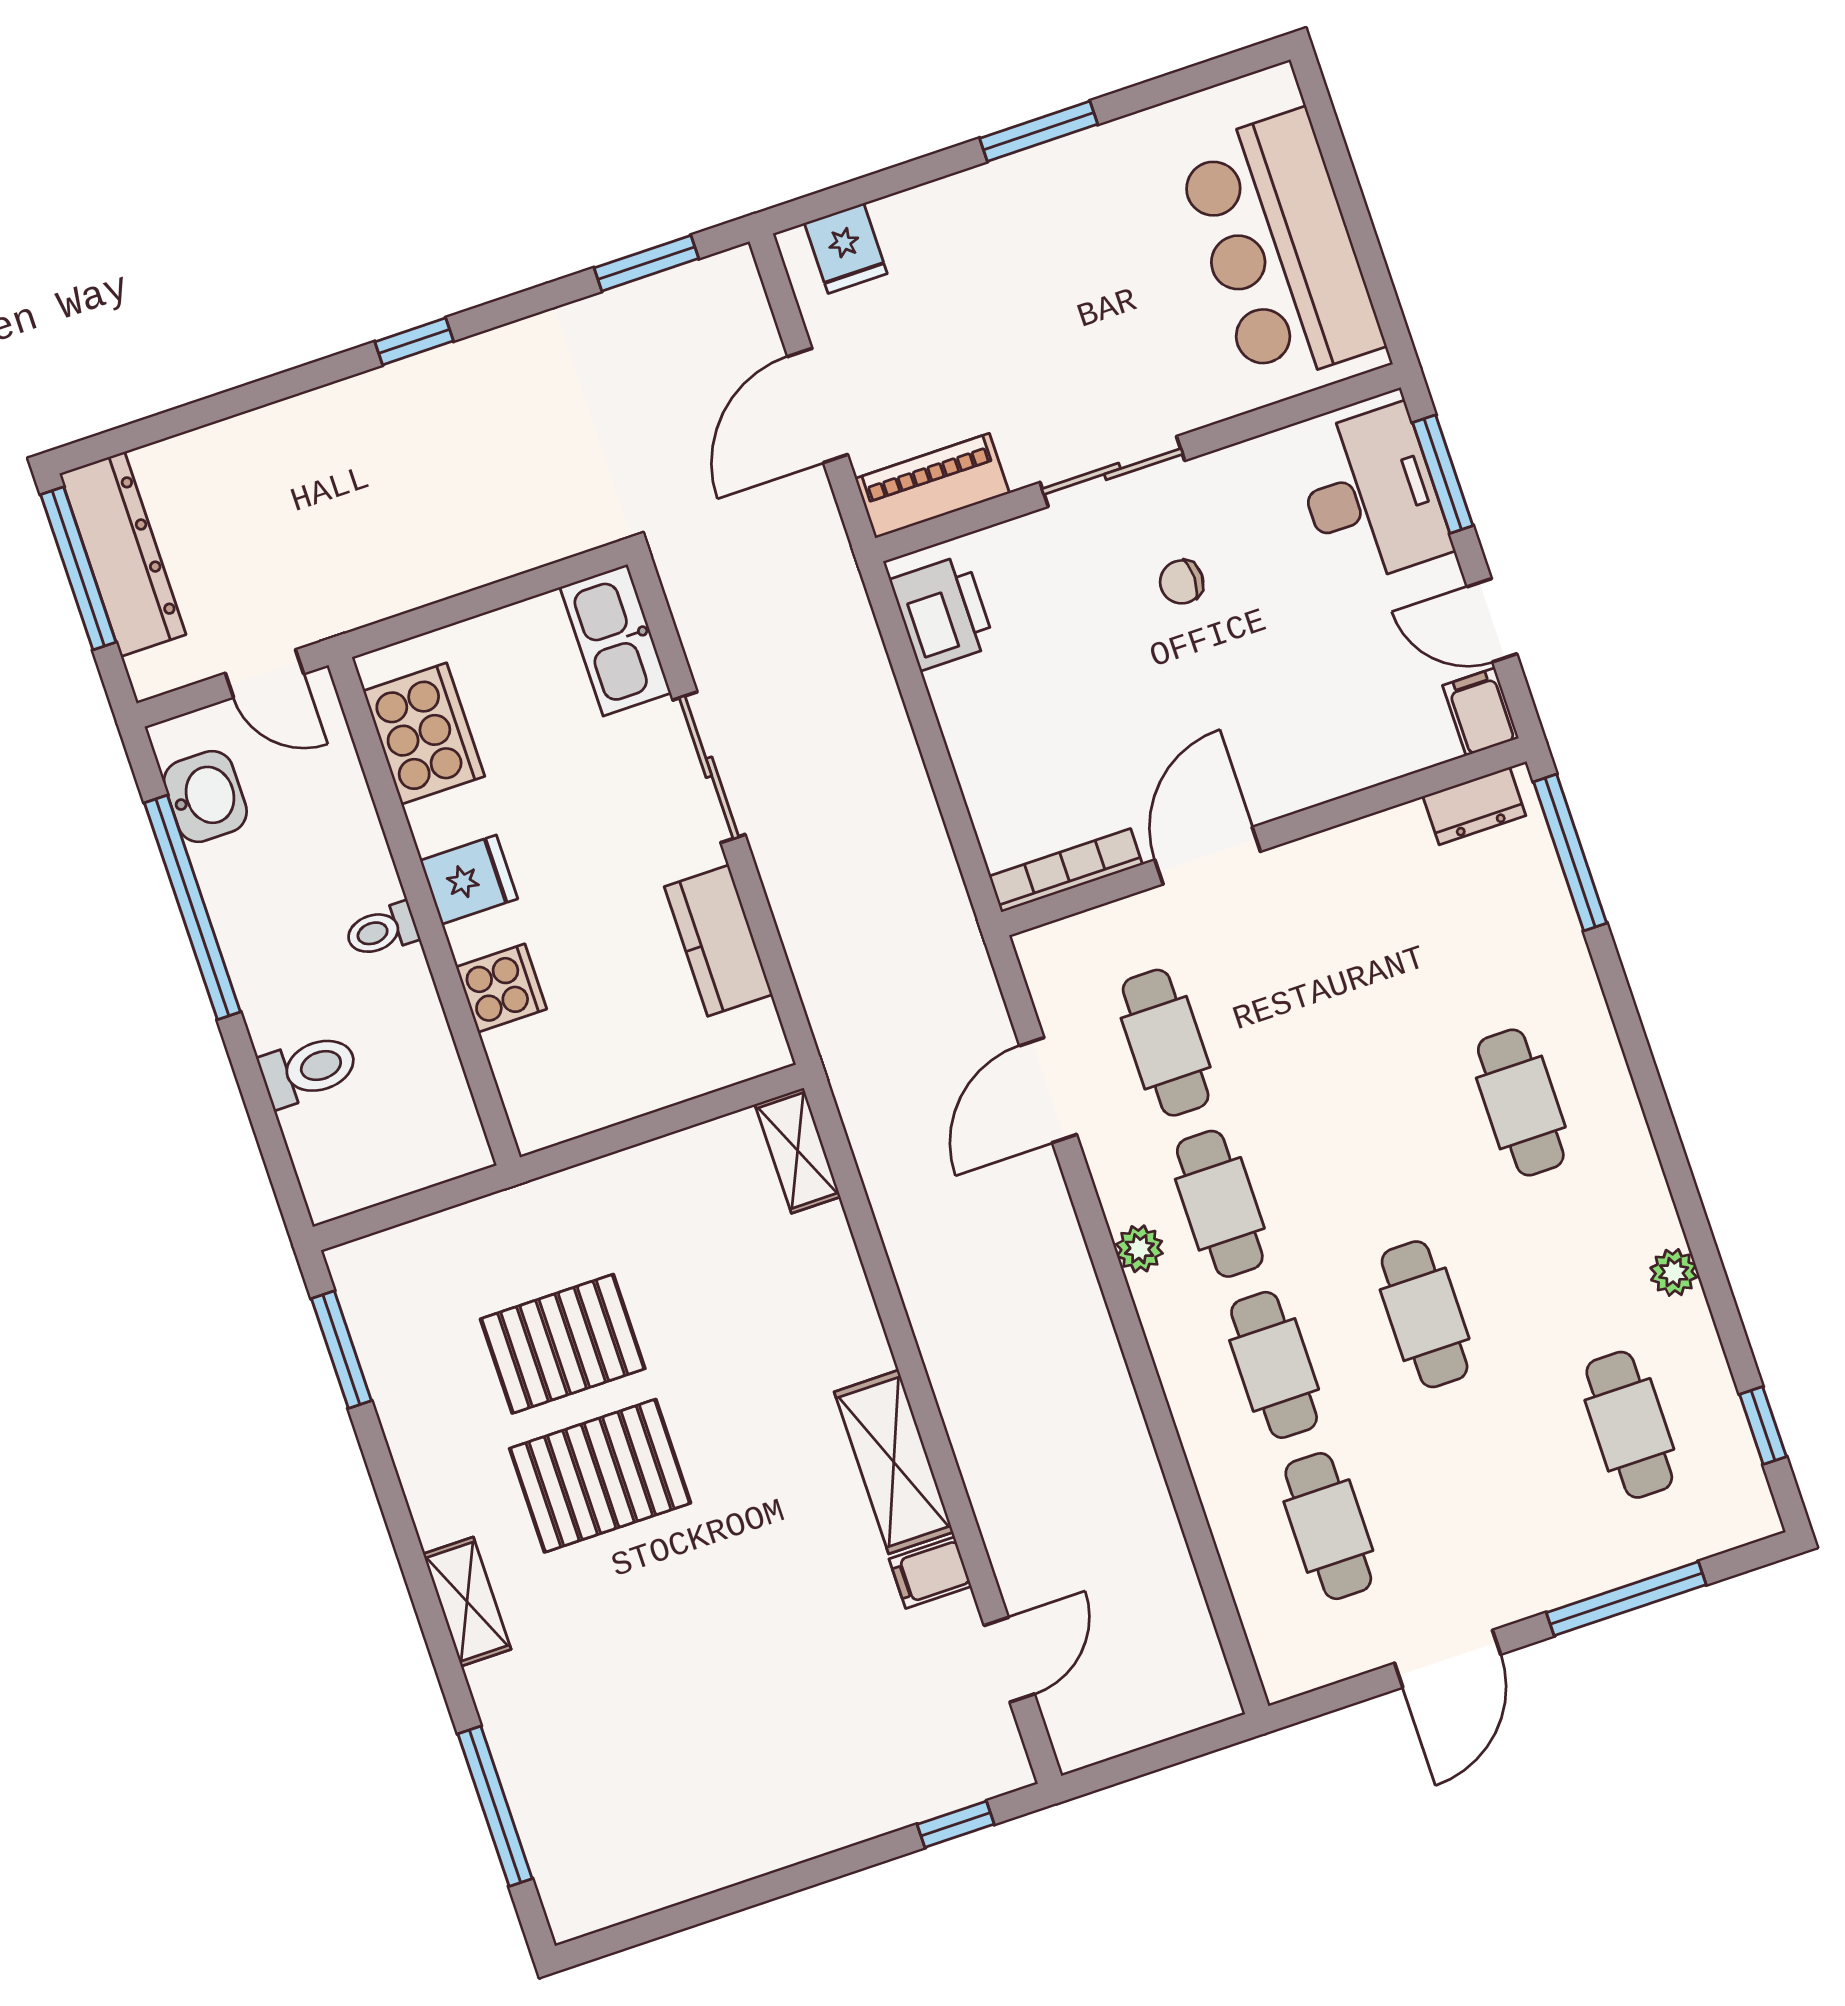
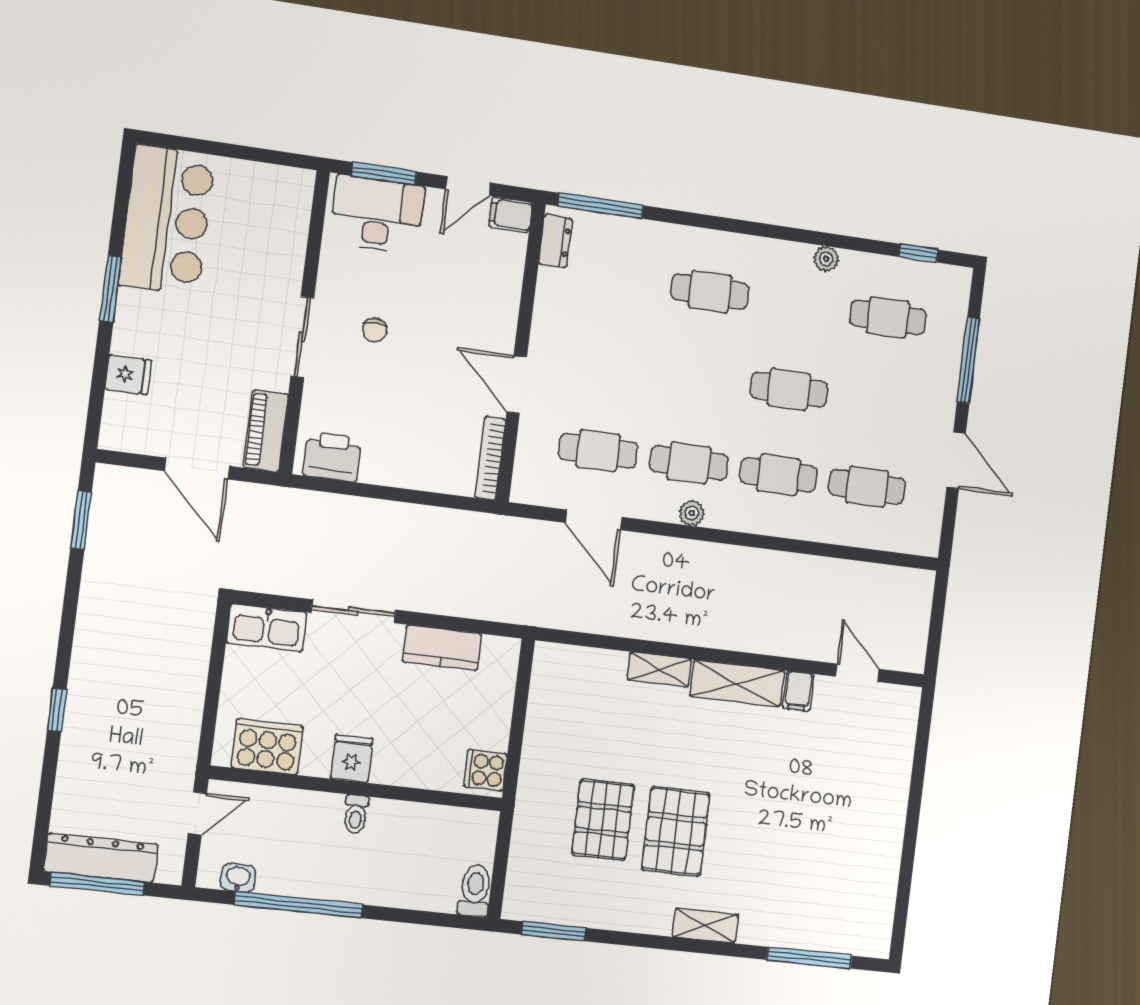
fridge: (846, 248) -> (128, 375), moved
bar counter: (1280, 248) -> (167, 220), moved, turned -90
window: (414, 341) -> (57, 710), moved
washbasin: (205, 796) -> (238, 878), width x0.72, depth x0.69
cooker: (501, 988) -> (485, 770), moved, turned -90
toilet: (309, 1070) -> (475, 891), moved
shelving: (798, 1150) -> (659, 670), moved
window: (956, 1824) -> (923, 737), removed

